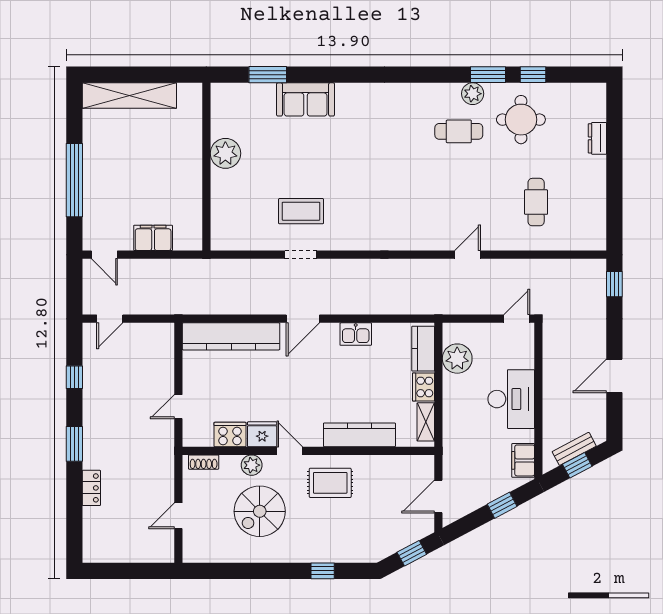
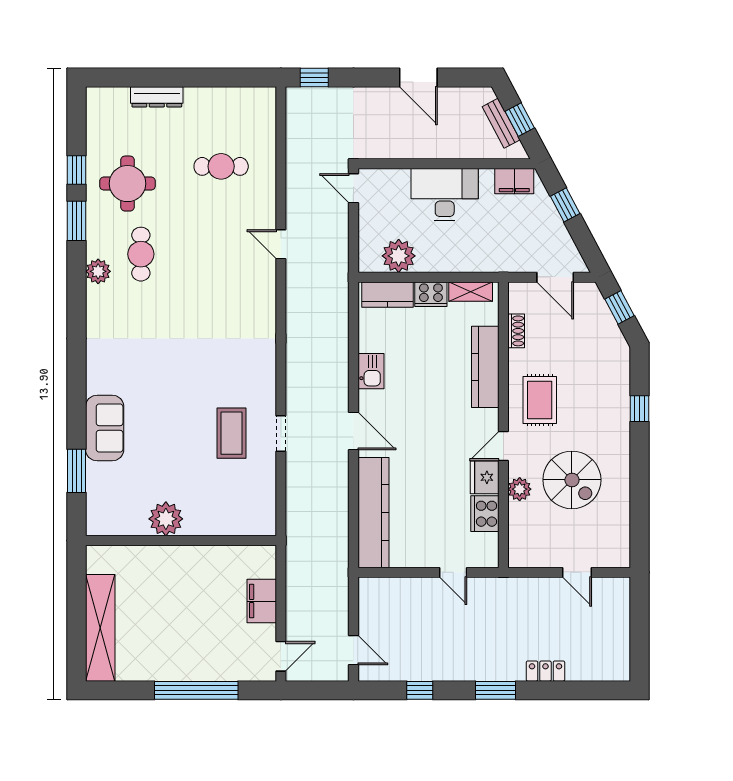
plant: (473, 94) -> (98, 271), moved
dresser: (597, 138) -> (157, 97), width x1.44
shoe rack: (204, 462) -> (516, 331), moved

